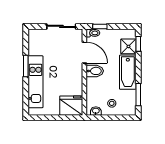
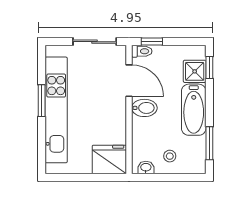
kitchen unit: (36, 82) -> (56, 110), width x1.36

